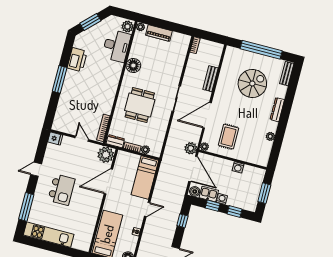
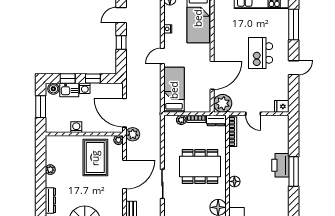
printer: (77, 60) -> (280, 165), moved
floor lamp: (113, 84) -> (234, 181), added
dining table: (140, 105) -> (200, 167), width x1.38
rug: (228, 137) -> (95, 158), width x1.36, depth x1.43
boiler: (195, 191) -> (53, 89), moved
kitchen sink: (209, 194) -> (69, 90), moved
window: (182, 221) -> (121, 42), moved

